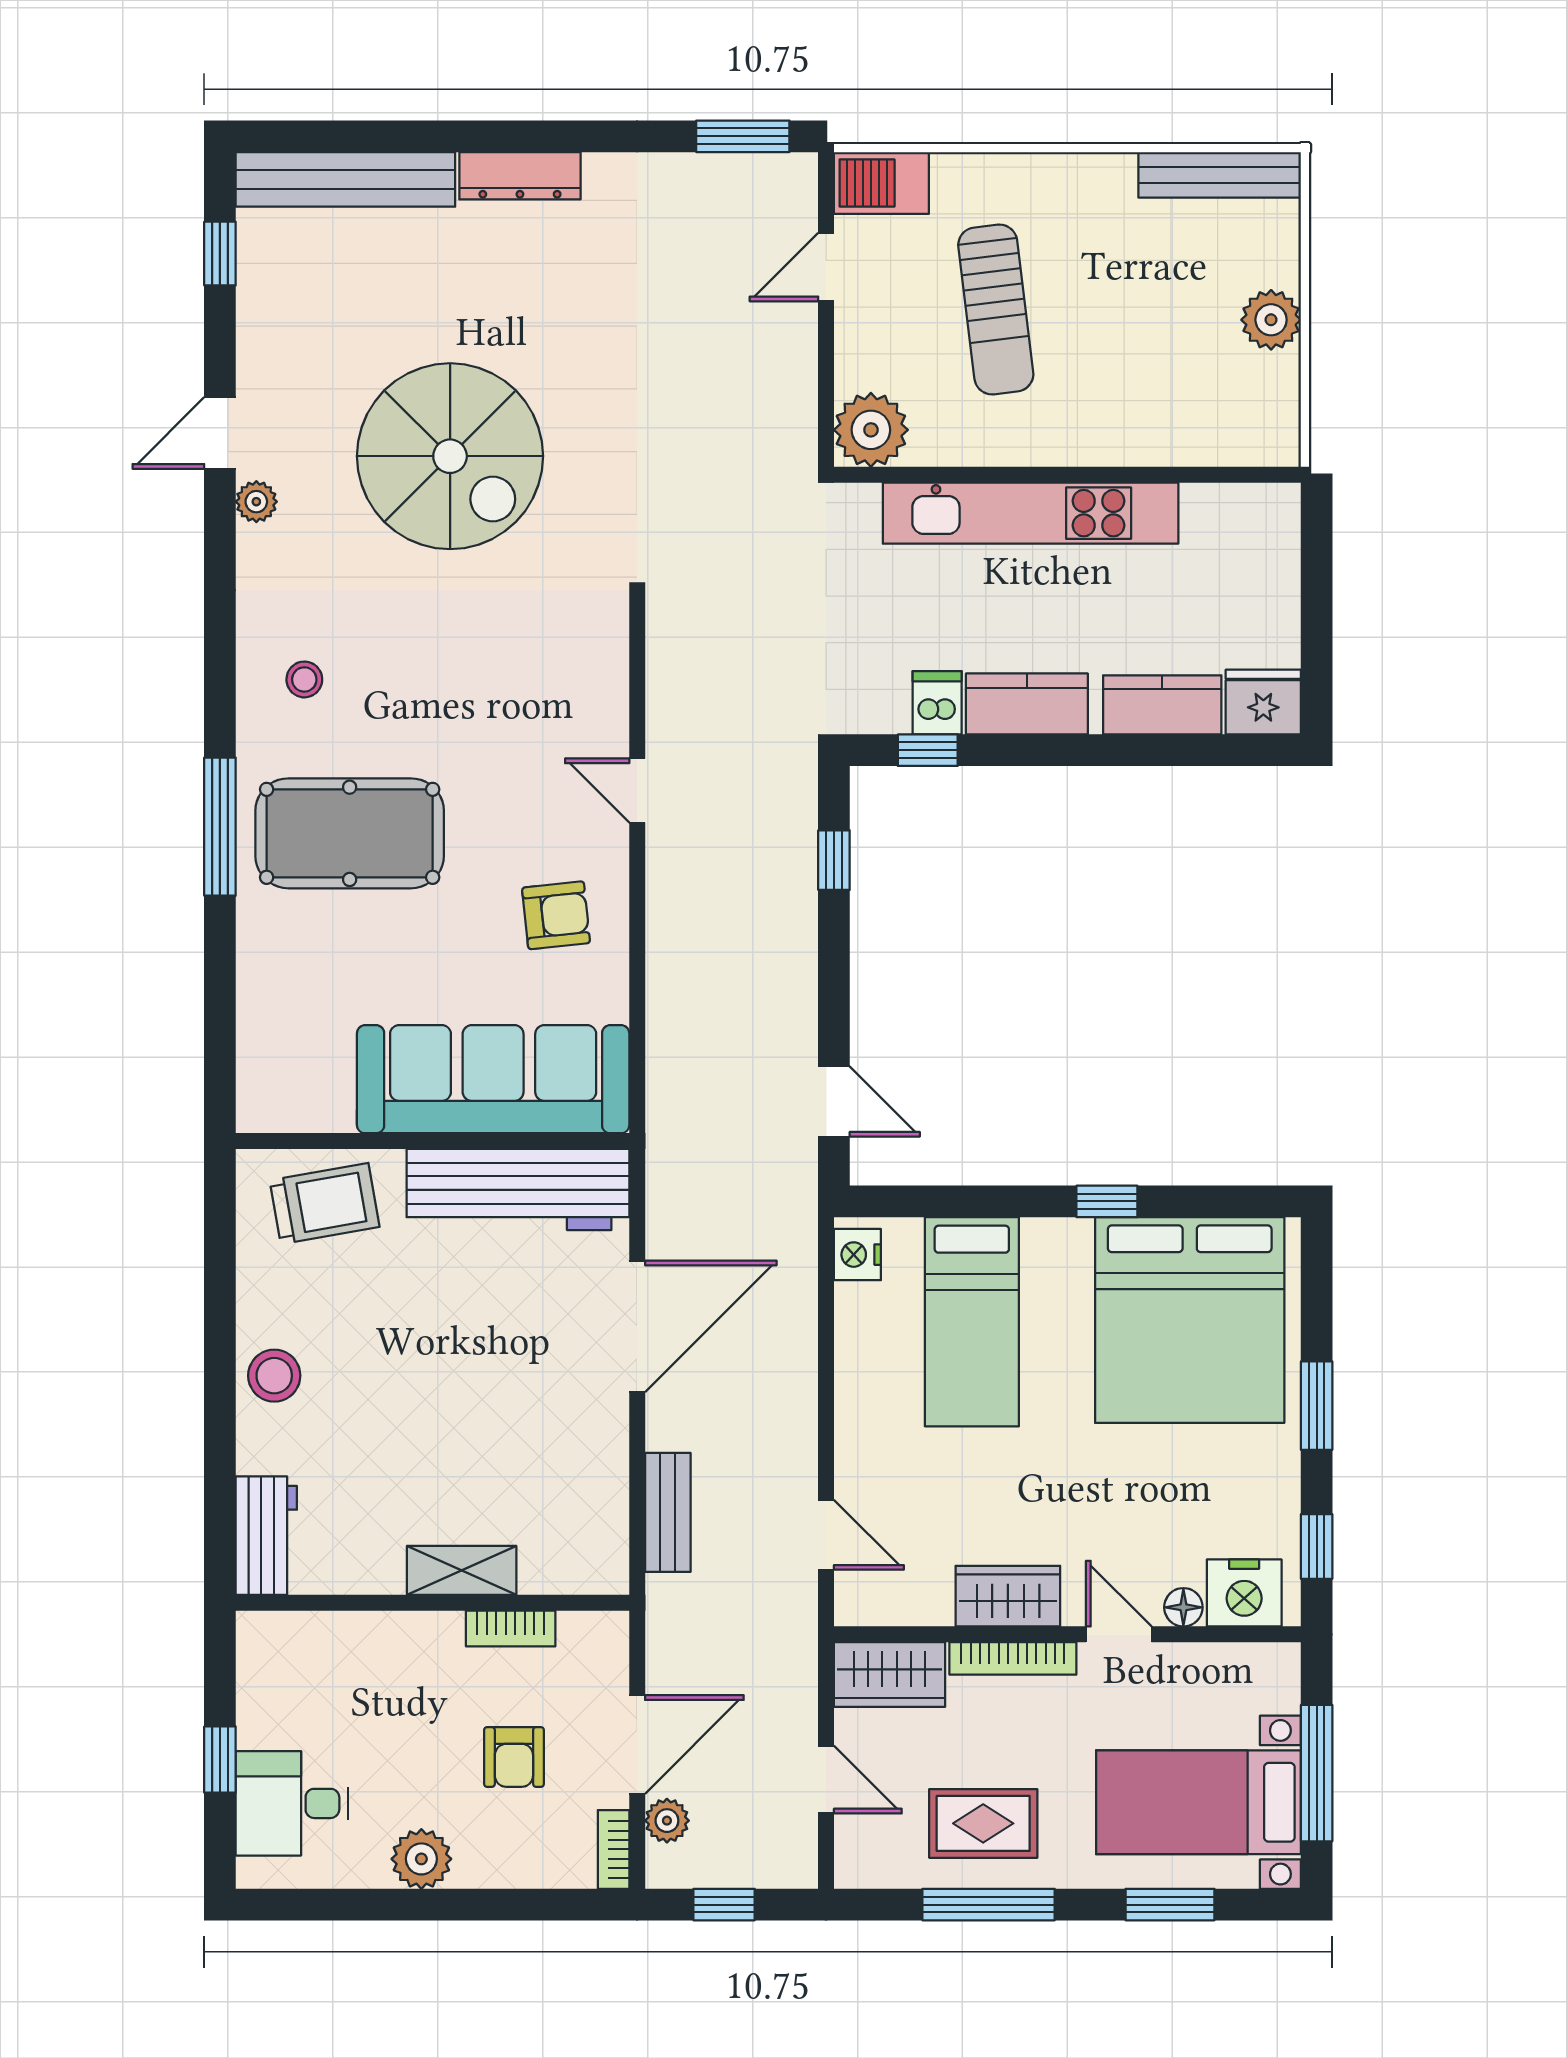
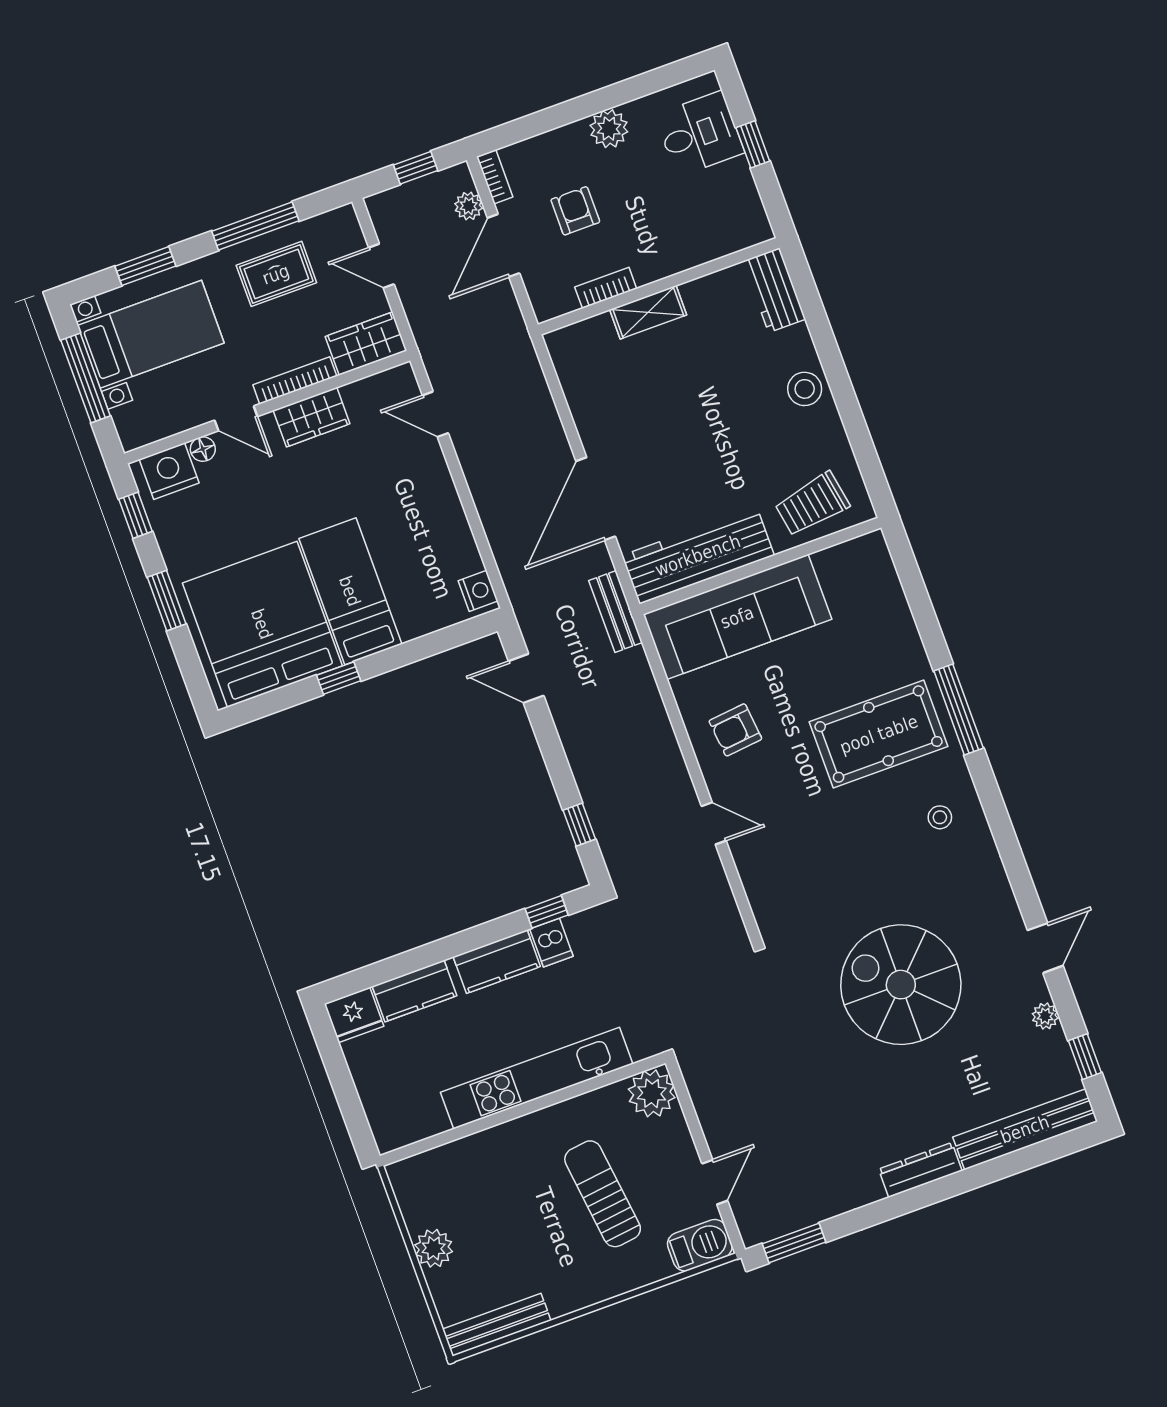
plant: (256, 502) -> (1045, 1016), moved
bed: (972, 1322) -> (350, 591), moved
bench: (668, 1512) -> (616, 611), moved

